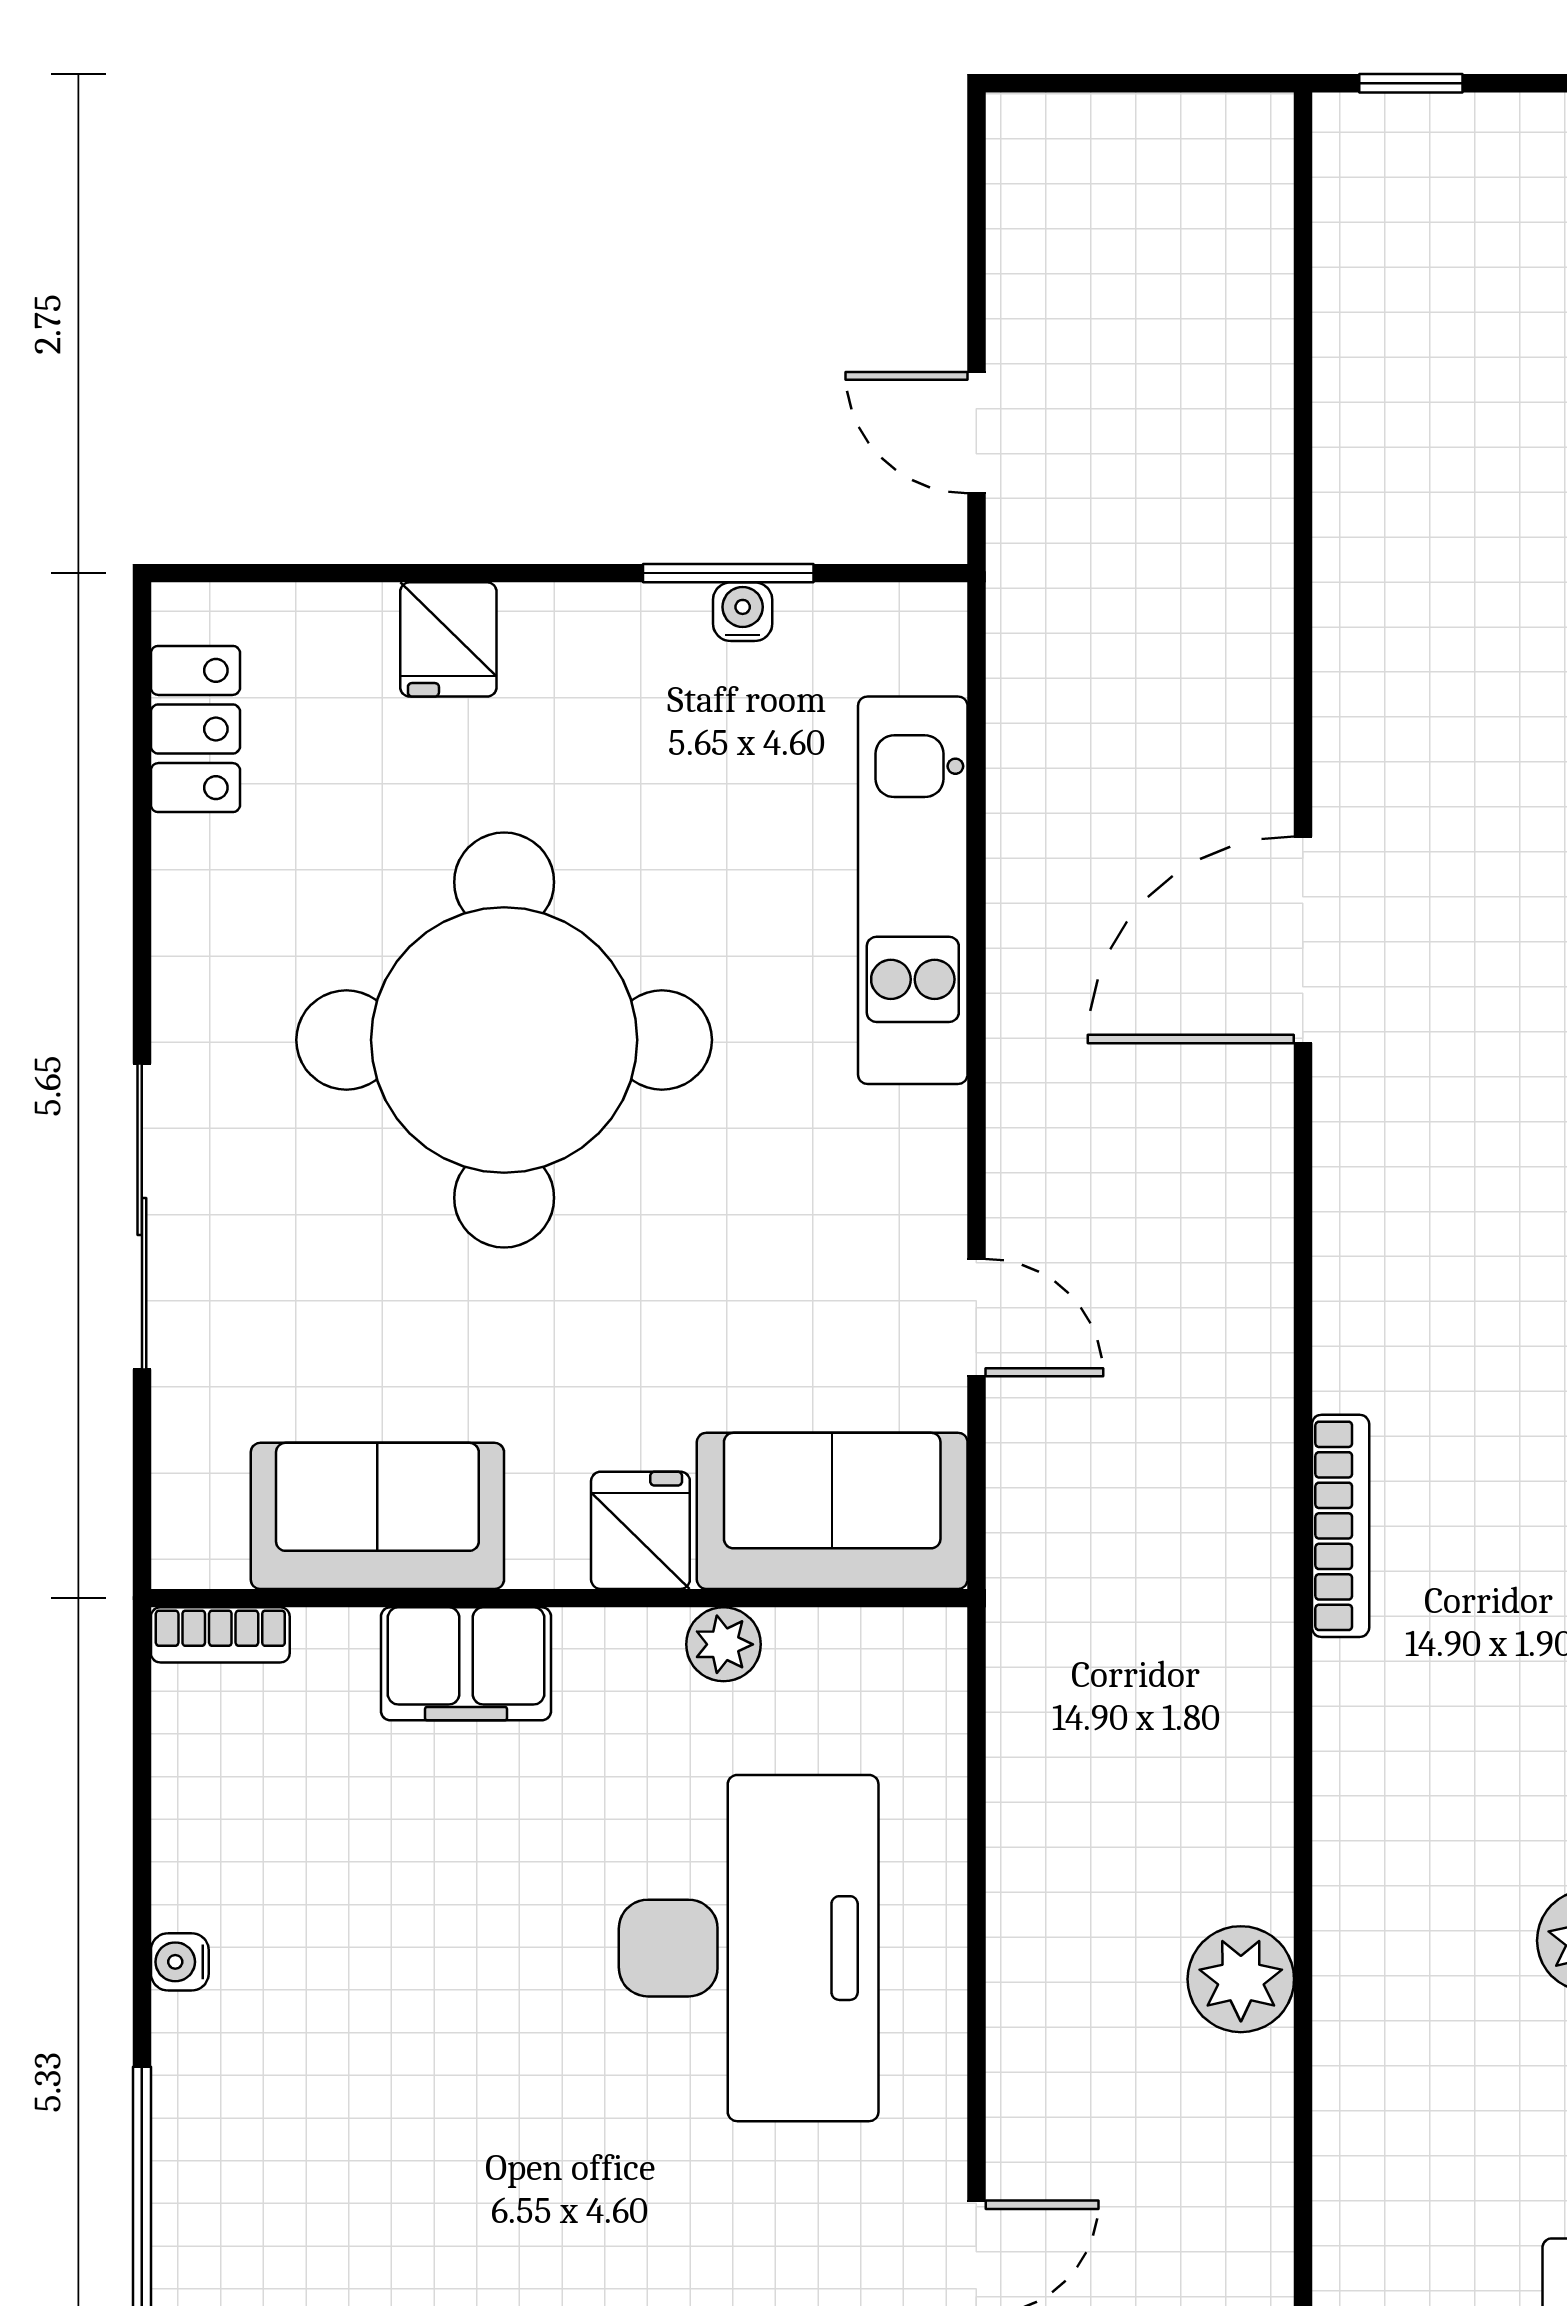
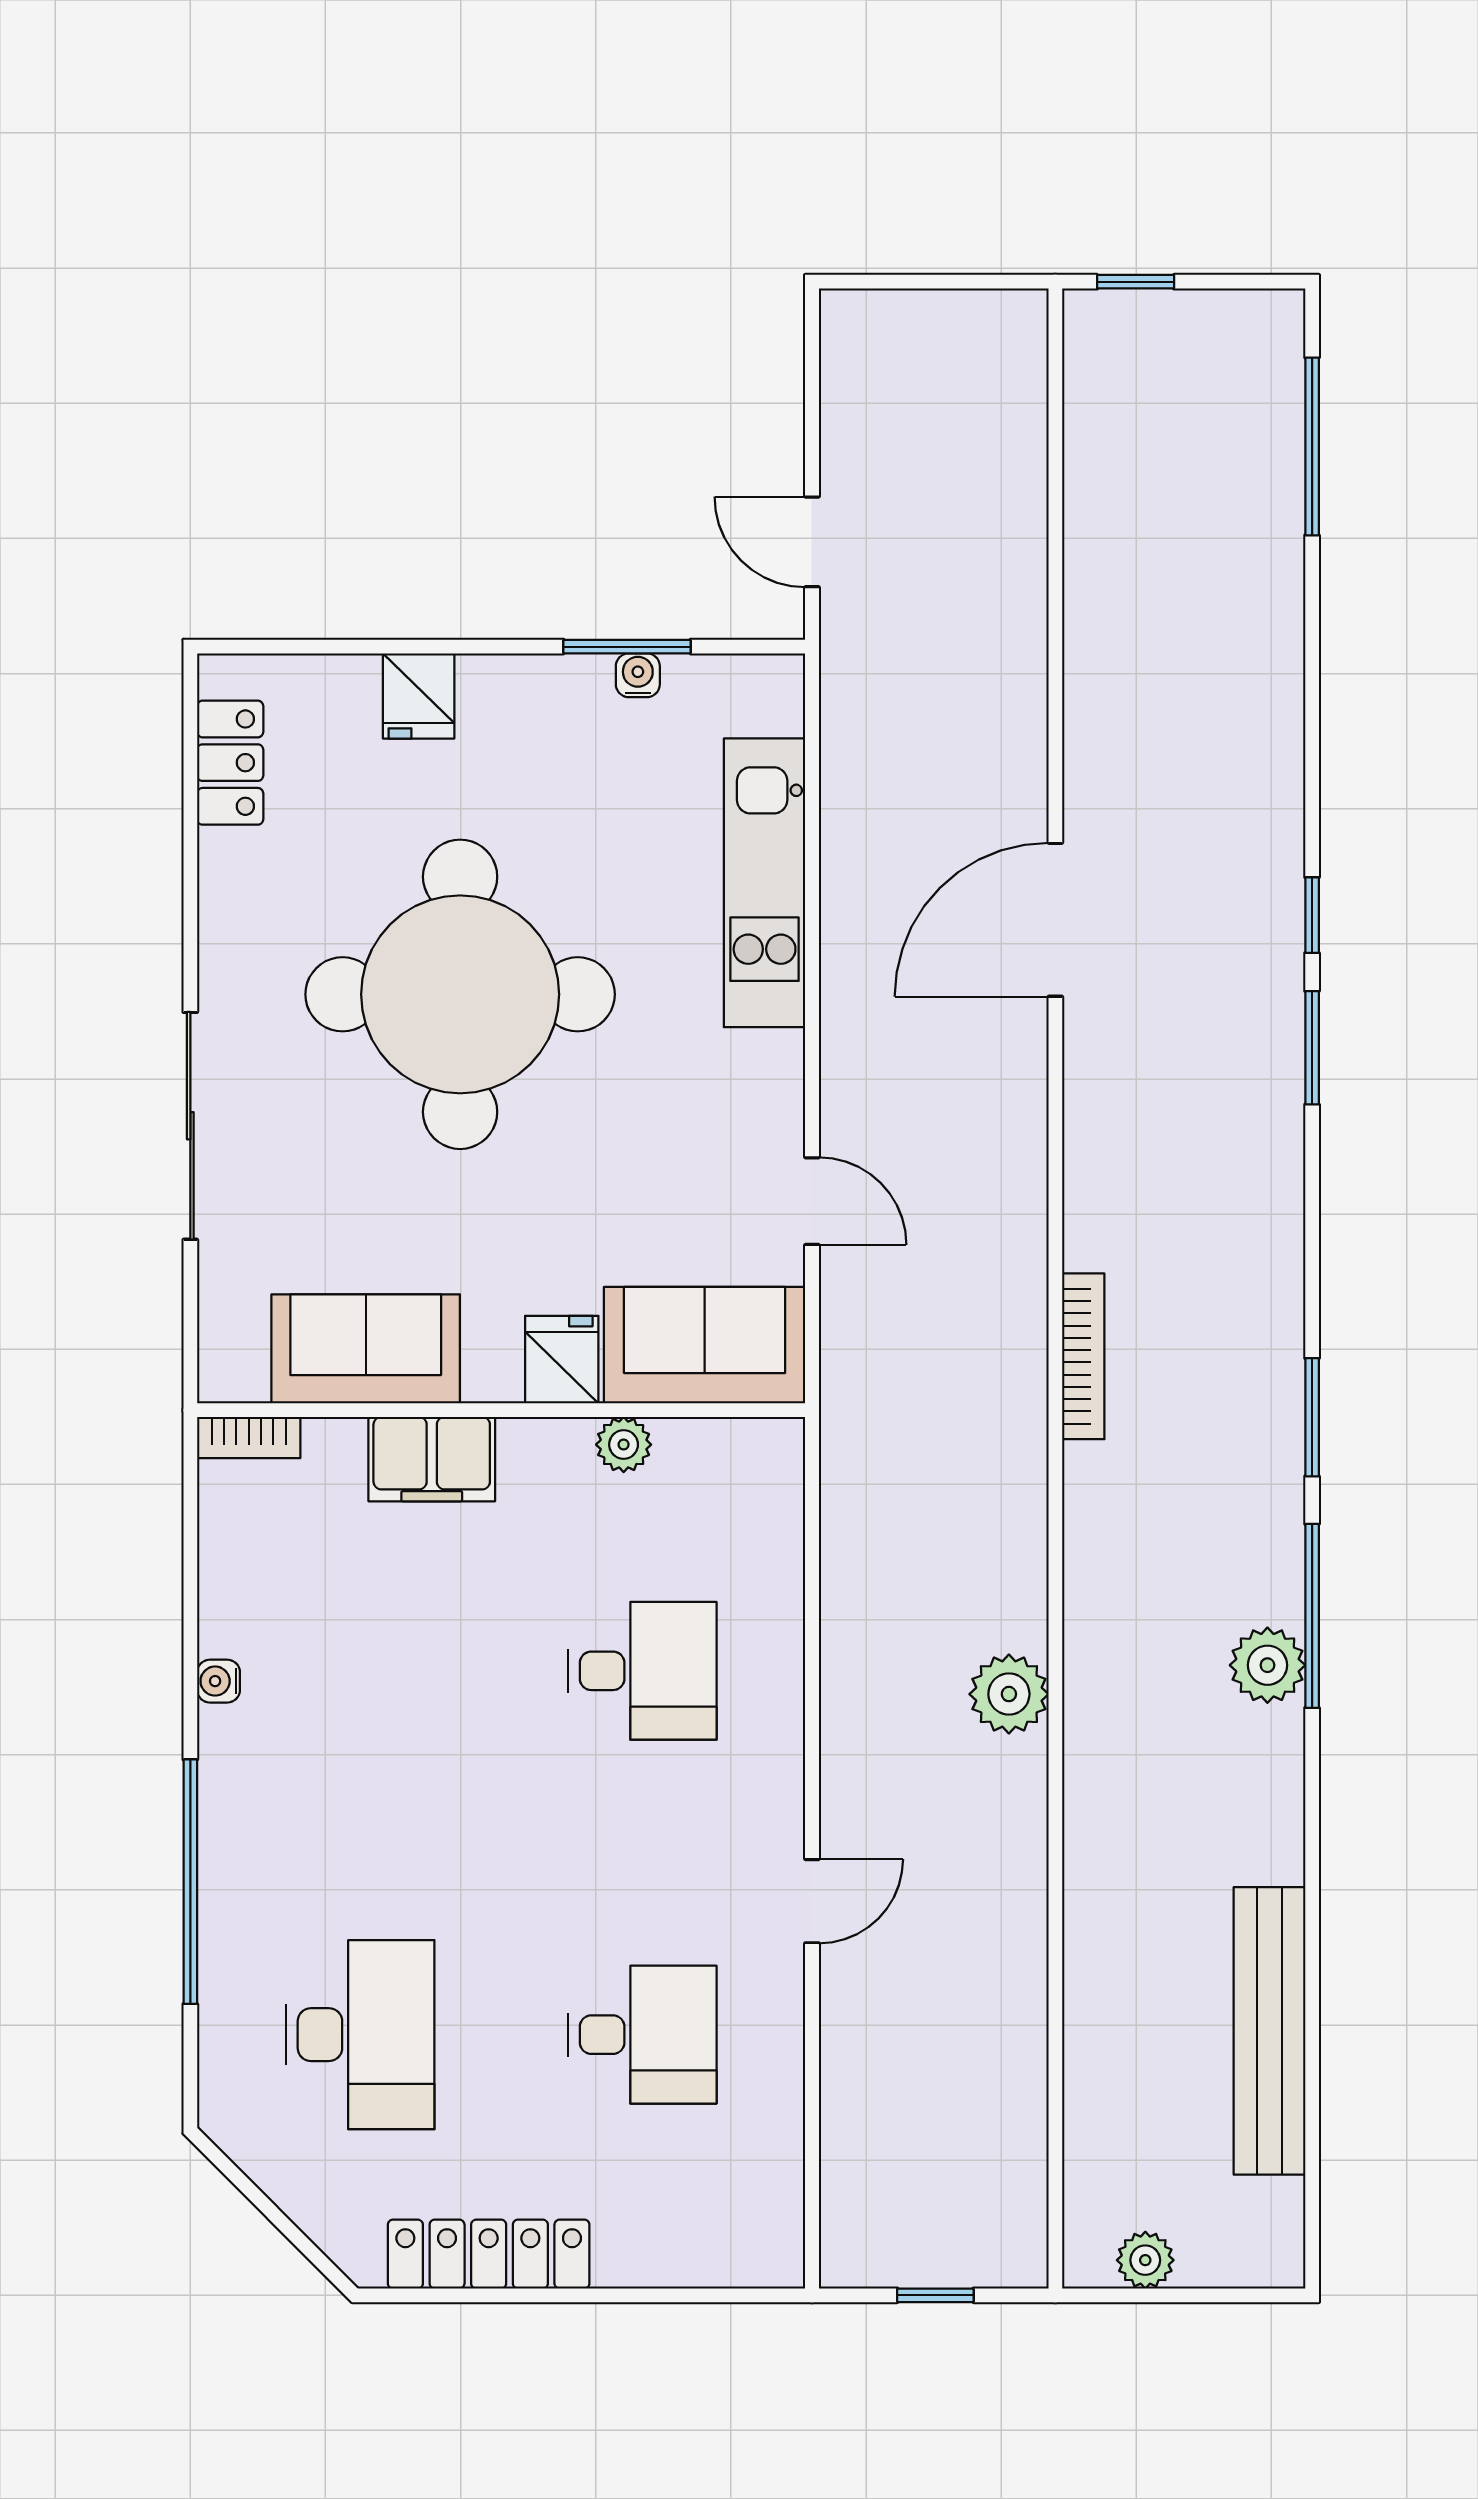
desk: (749, 1948) -> (642, 1671), width x0.53, depth x0.77

